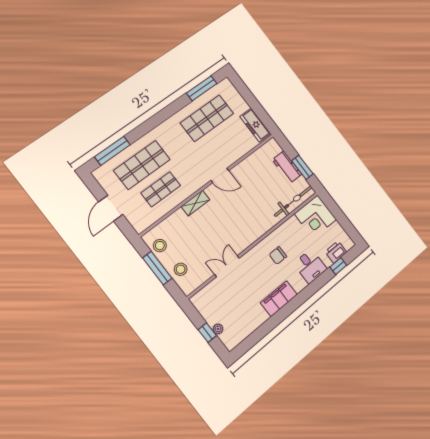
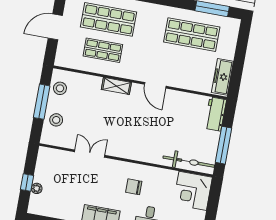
workbench: (287, 167) -> (215, 114), moved
window: (302, 167) -> (224, 145), width x1.44

